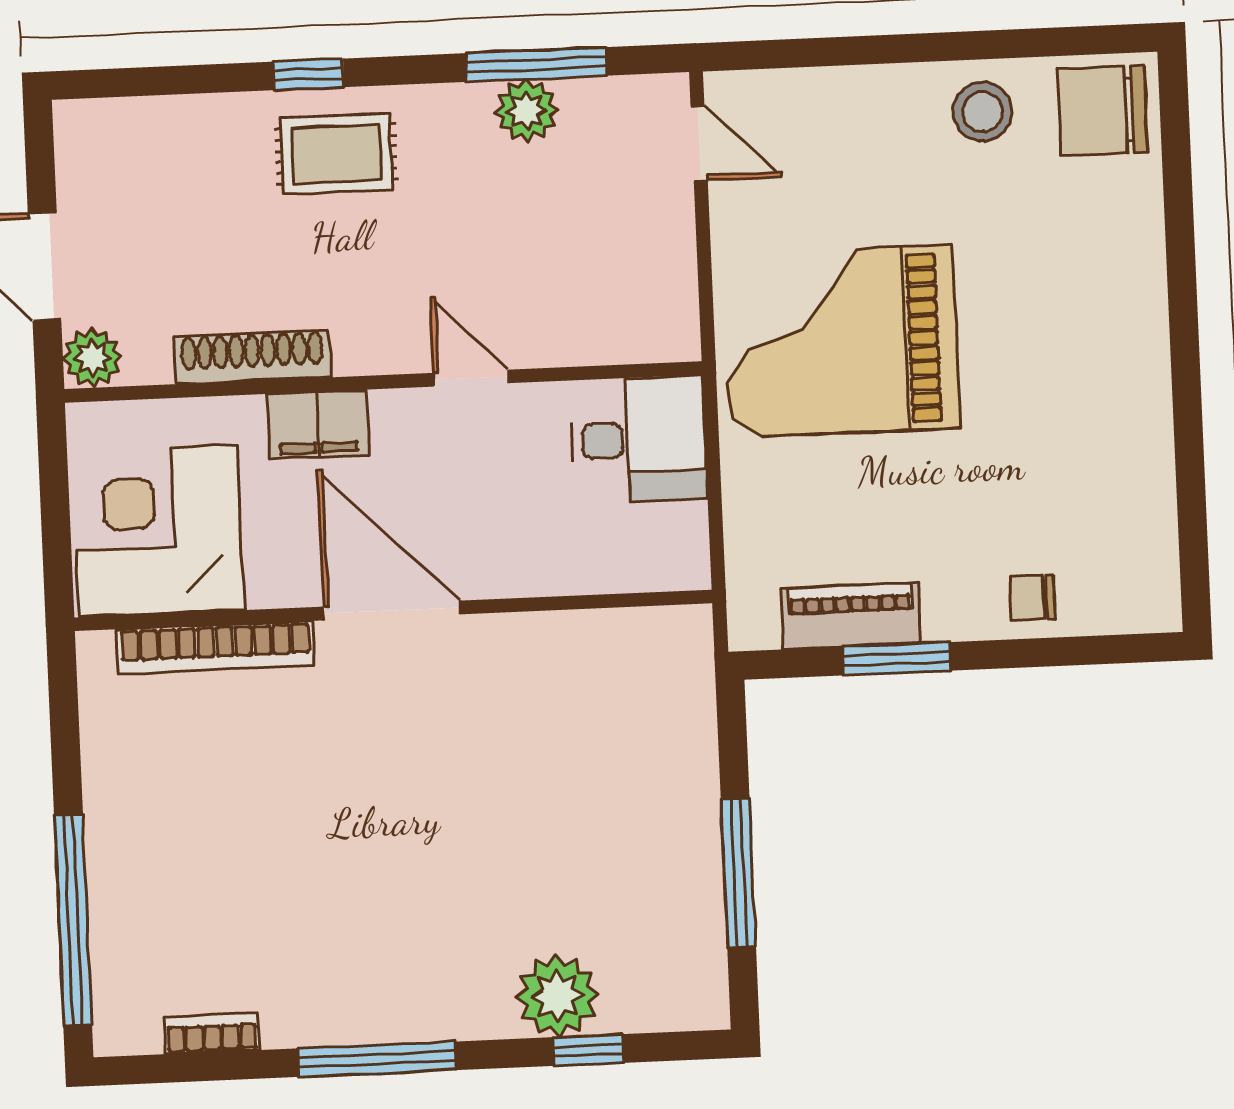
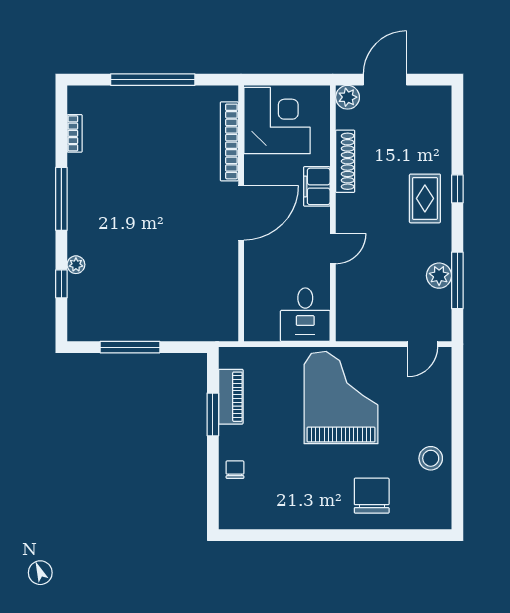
chair: (1103, 111) -> (372, 496), moved
window: (73, 920) -> (153, 80), moved
plant: (557, 996) -> (76, 265), width x0.53, depth x0.53

